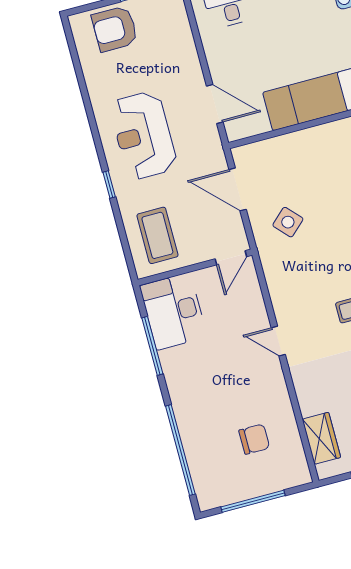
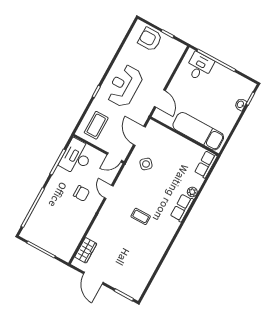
door: (278, 341) -> (109, 192), moved
chair: (254, 439) -> (81, 193), moved

